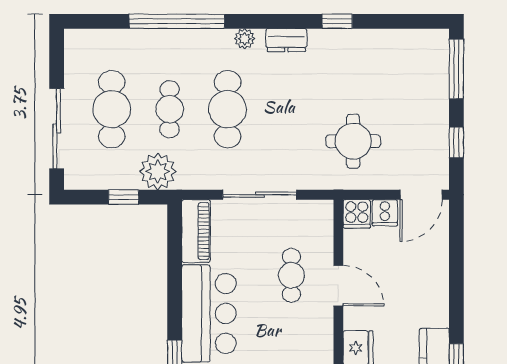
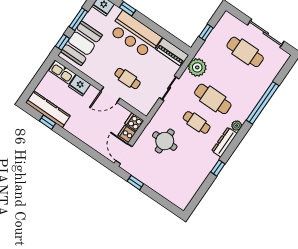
dresser: (286, 40) -> (224, 142), width x1.44
window: (456, 69) -> (165, 203), removed
cafe table: (170, 109) -> (197, 122), moved
sliding door: (57, 129) -> (266, 33), moved
plant: (158, 171) -> (197, 67), moved
sliding door: (260, 195) -> (169, 88), width x0.73

